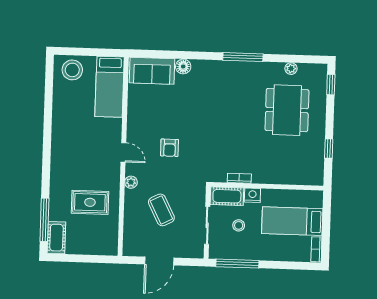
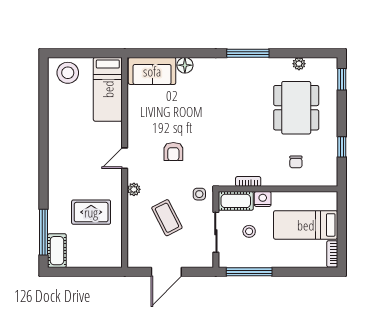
door: (123, 152) -> (125, 158), swing flipped
chair: (285, 161) -> (296, 162), added
side table: (193, 189) -> (199, 194), added

